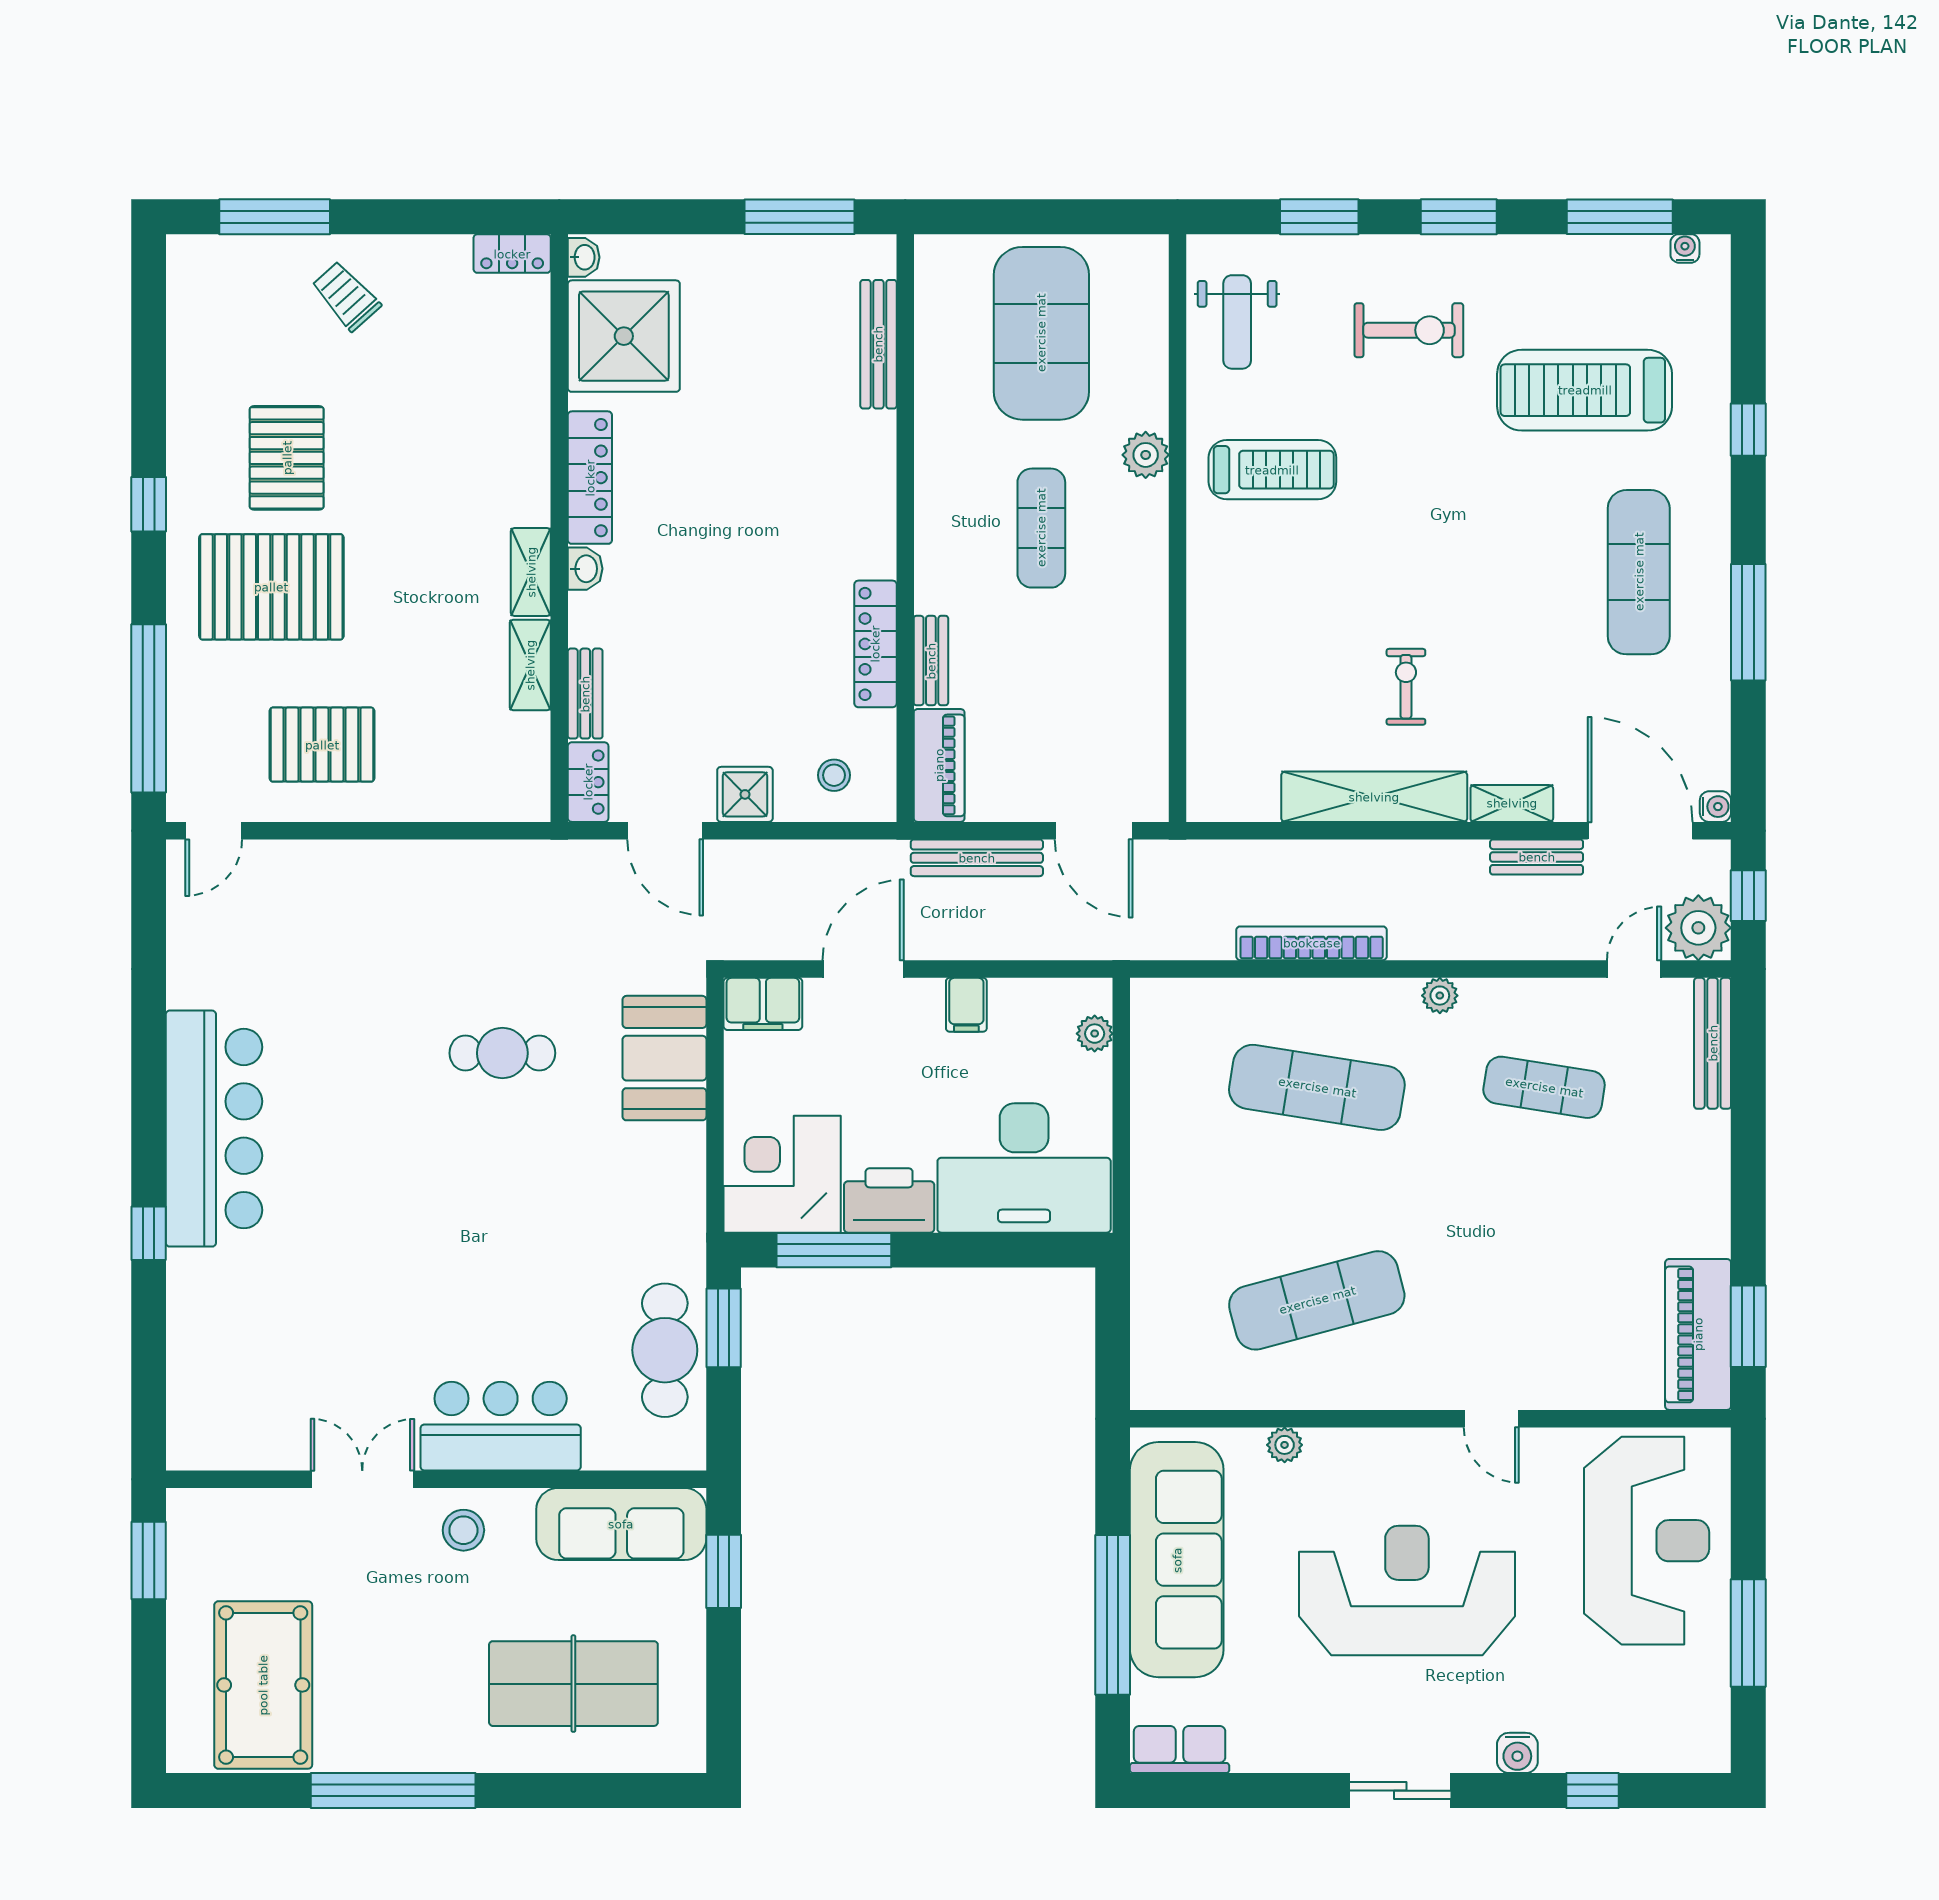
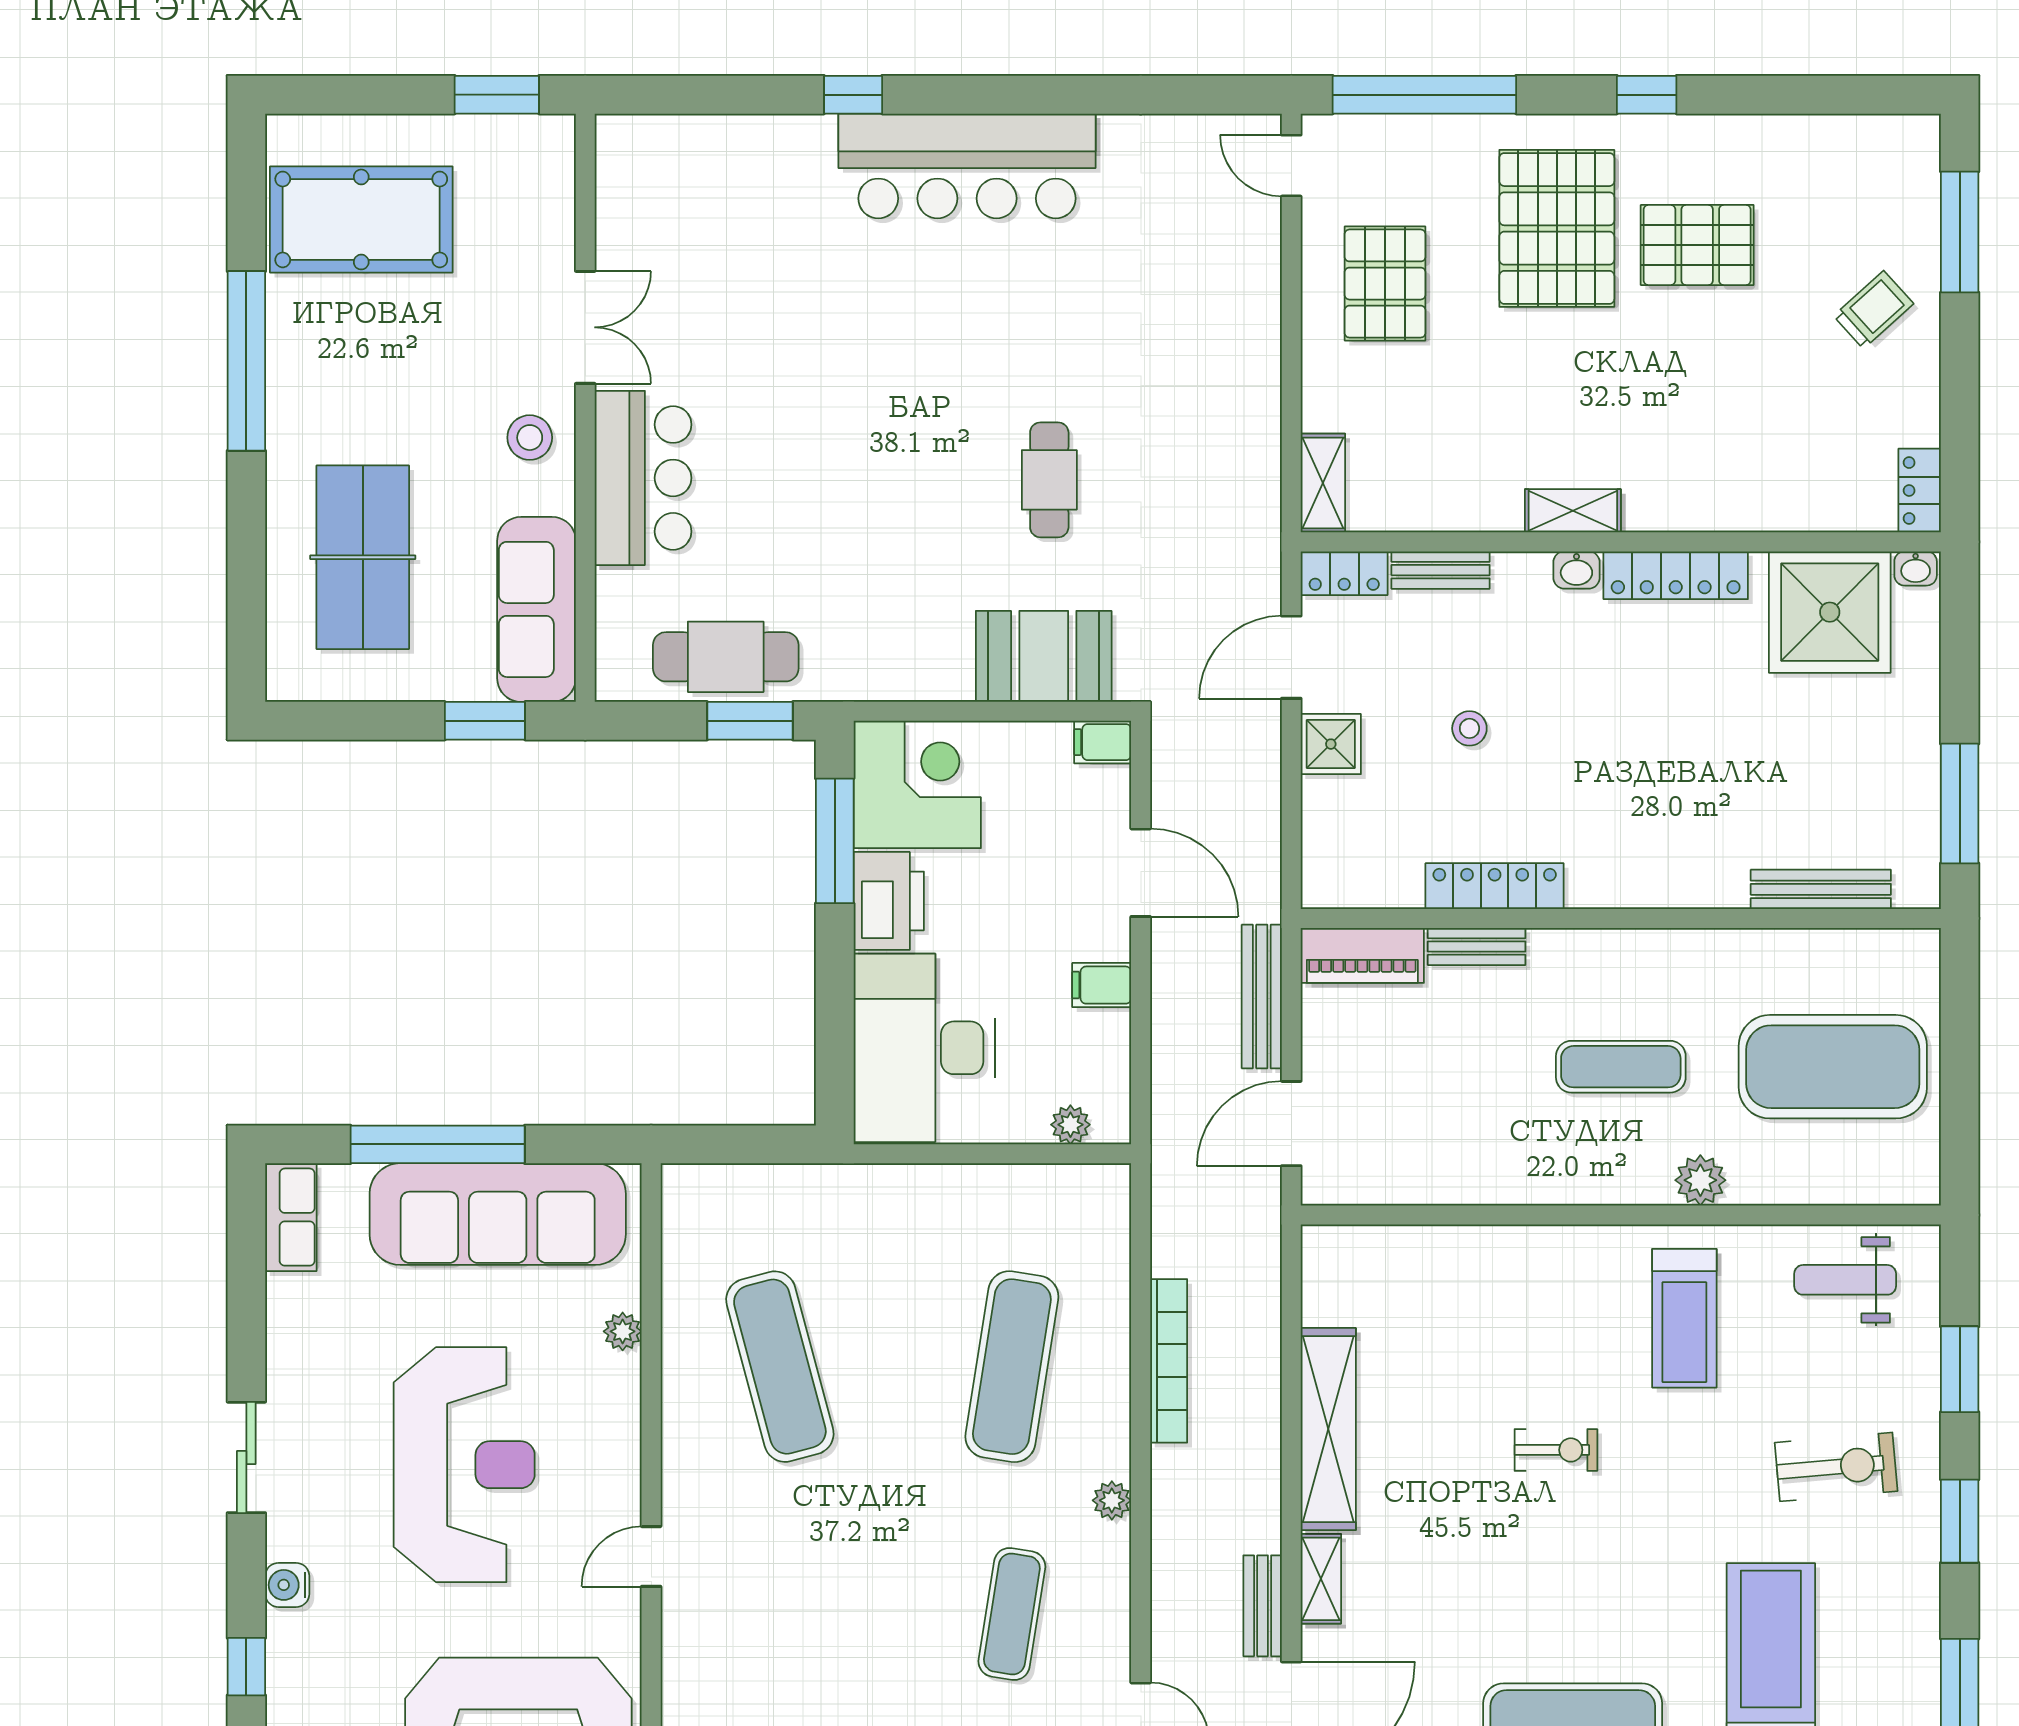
exercise bike: (1409, 330) -> (1836, 1467), turned -95
shelving: (530, 665) -> (1323, 483), moved, turned 90
exercise bike: (1406, 687) -> (1556, 1450), moved
stool: (834, 775) -> (1469, 728), moved
filing cabinet: (763, 1004) -> (1103, 742), width x0.50

